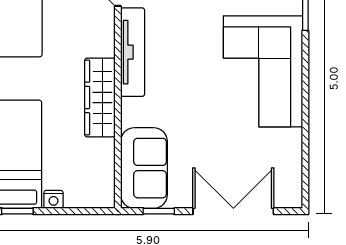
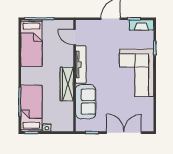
sofa: (144, 168) -> (86, 102), moved

